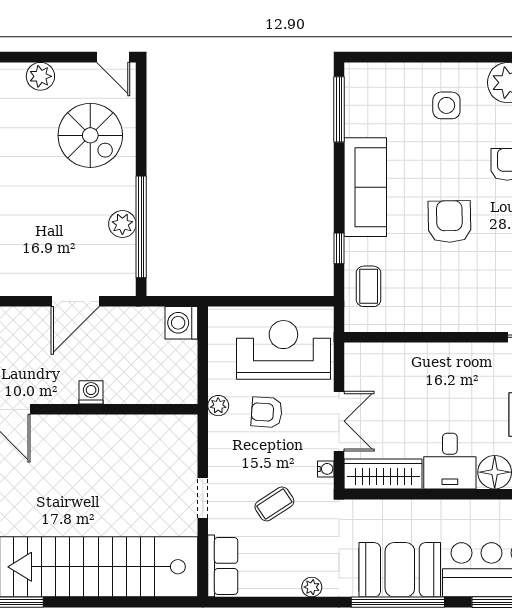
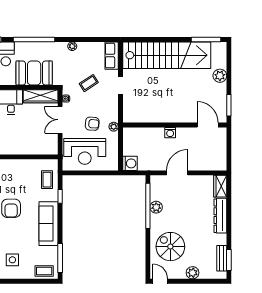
coffee table: (375, 80) -> (44, 271), added
booth: (400, 570) -> (34, 73), moved

